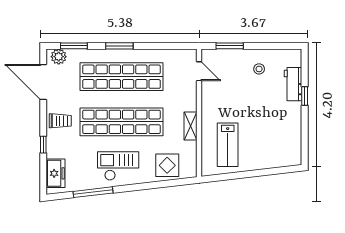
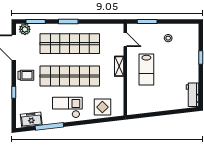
workbench: (293, 84) -> (192, 95), moved
shelving: (190, 126) -> (119, 66), moved
lab bench: (228, 145) -> (146, 70), moved
freezer: (55, 173) -> (31, 120), moved, turned -97

